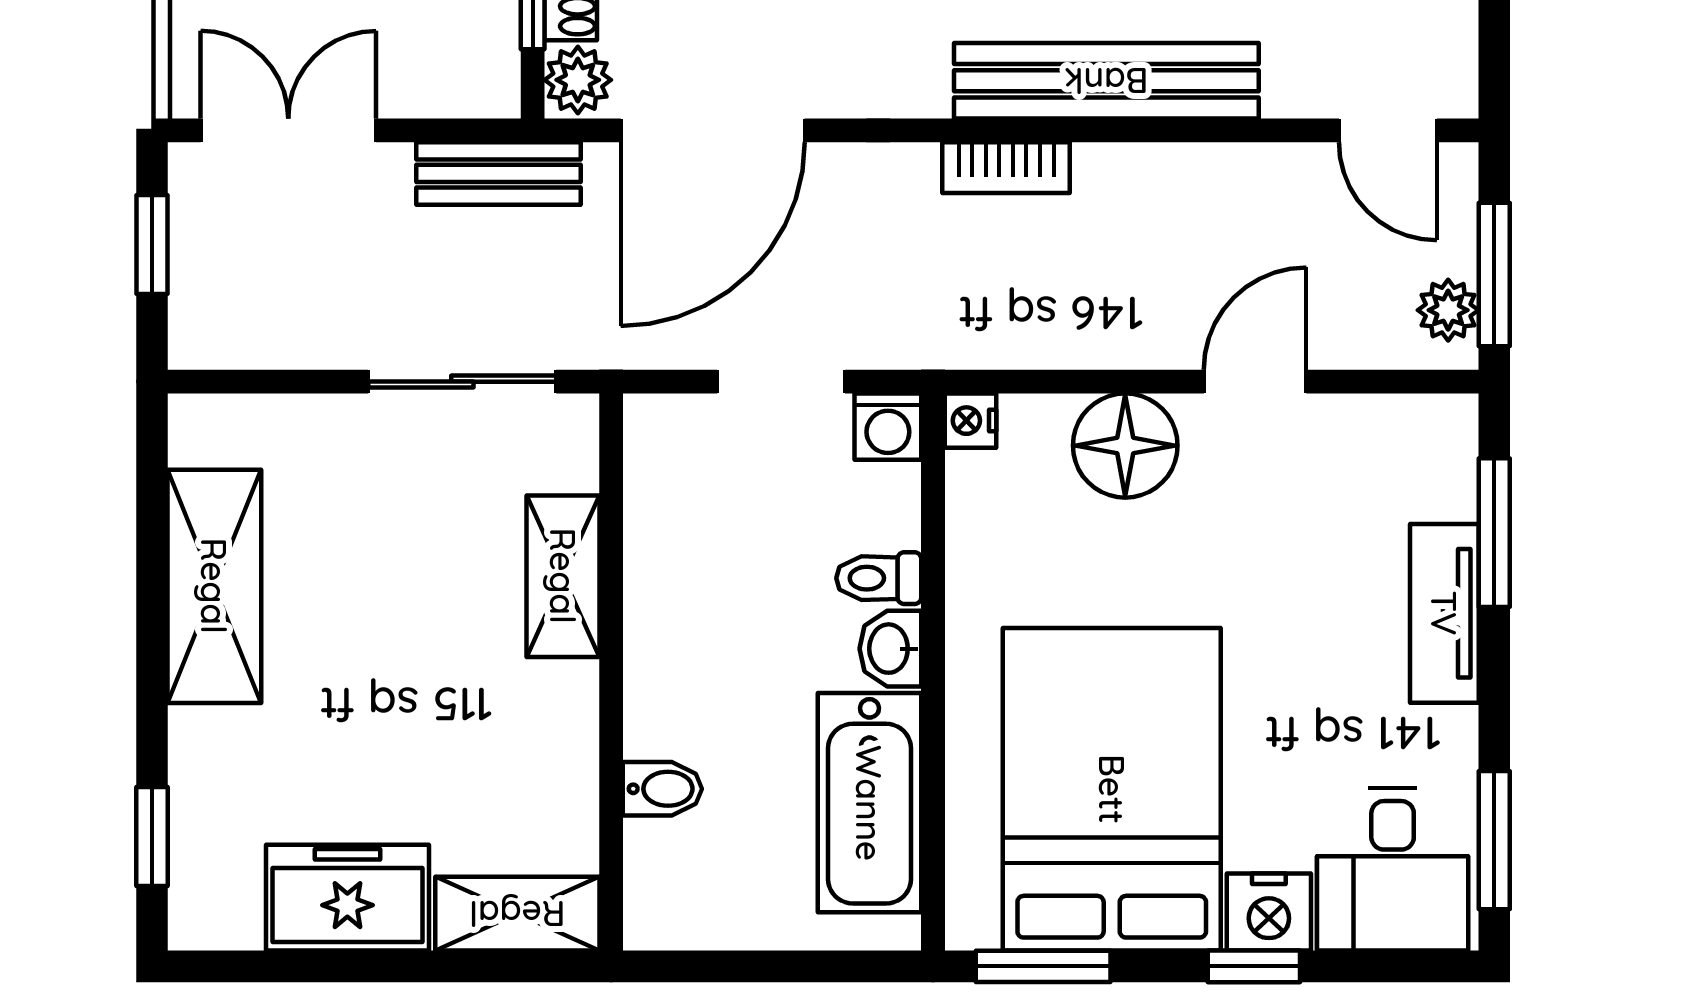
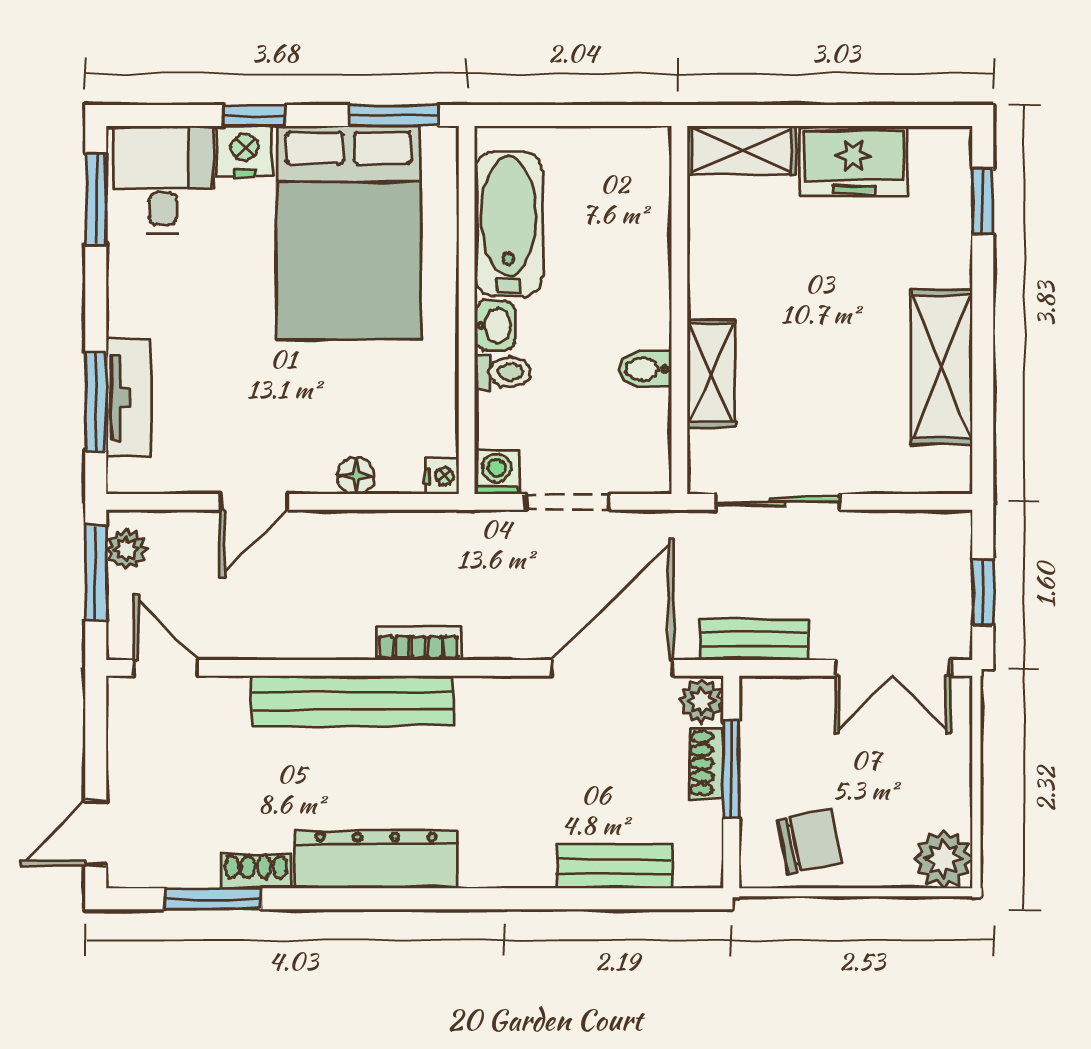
floor lamp: (1125, 446) -> (356, 476), width x0.53, depth x0.53
tv unit: (1444, 613) -> (129, 398), moved
bidet: (662, 789) -> (645, 369), moved

